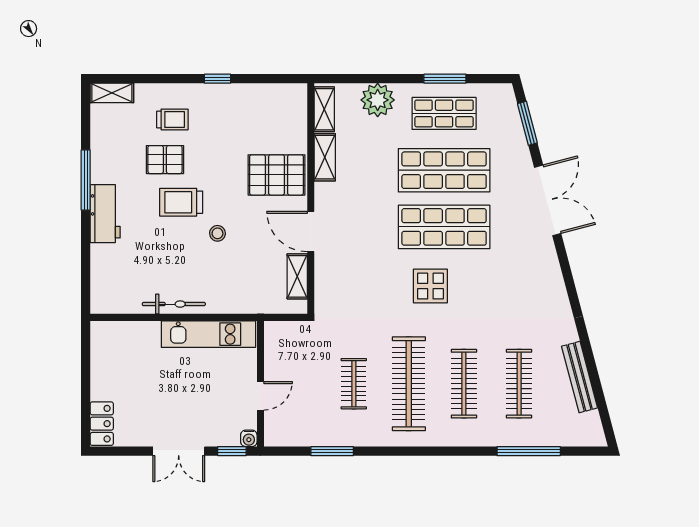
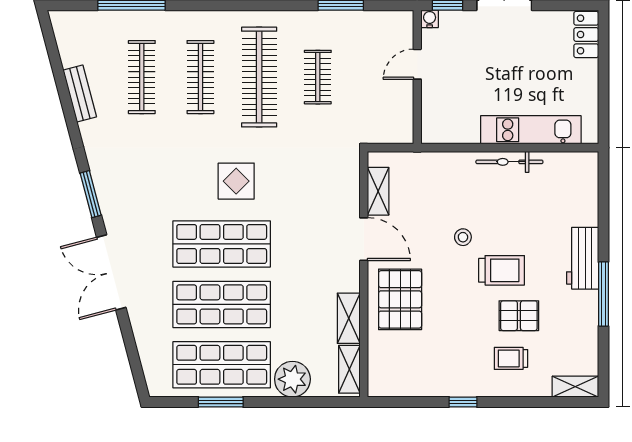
shop shelf: (444, 113) -> (222, 365), width x1.43, depth x1.36
window: (527, 123) -> (91, 194), moved
pallet: (277, 175) -> (400, 299), turned 90
kitchen unit: (208, 334) -> (531, 130), moved
bench: (580, 377) -> (80, 94), width x0.73

